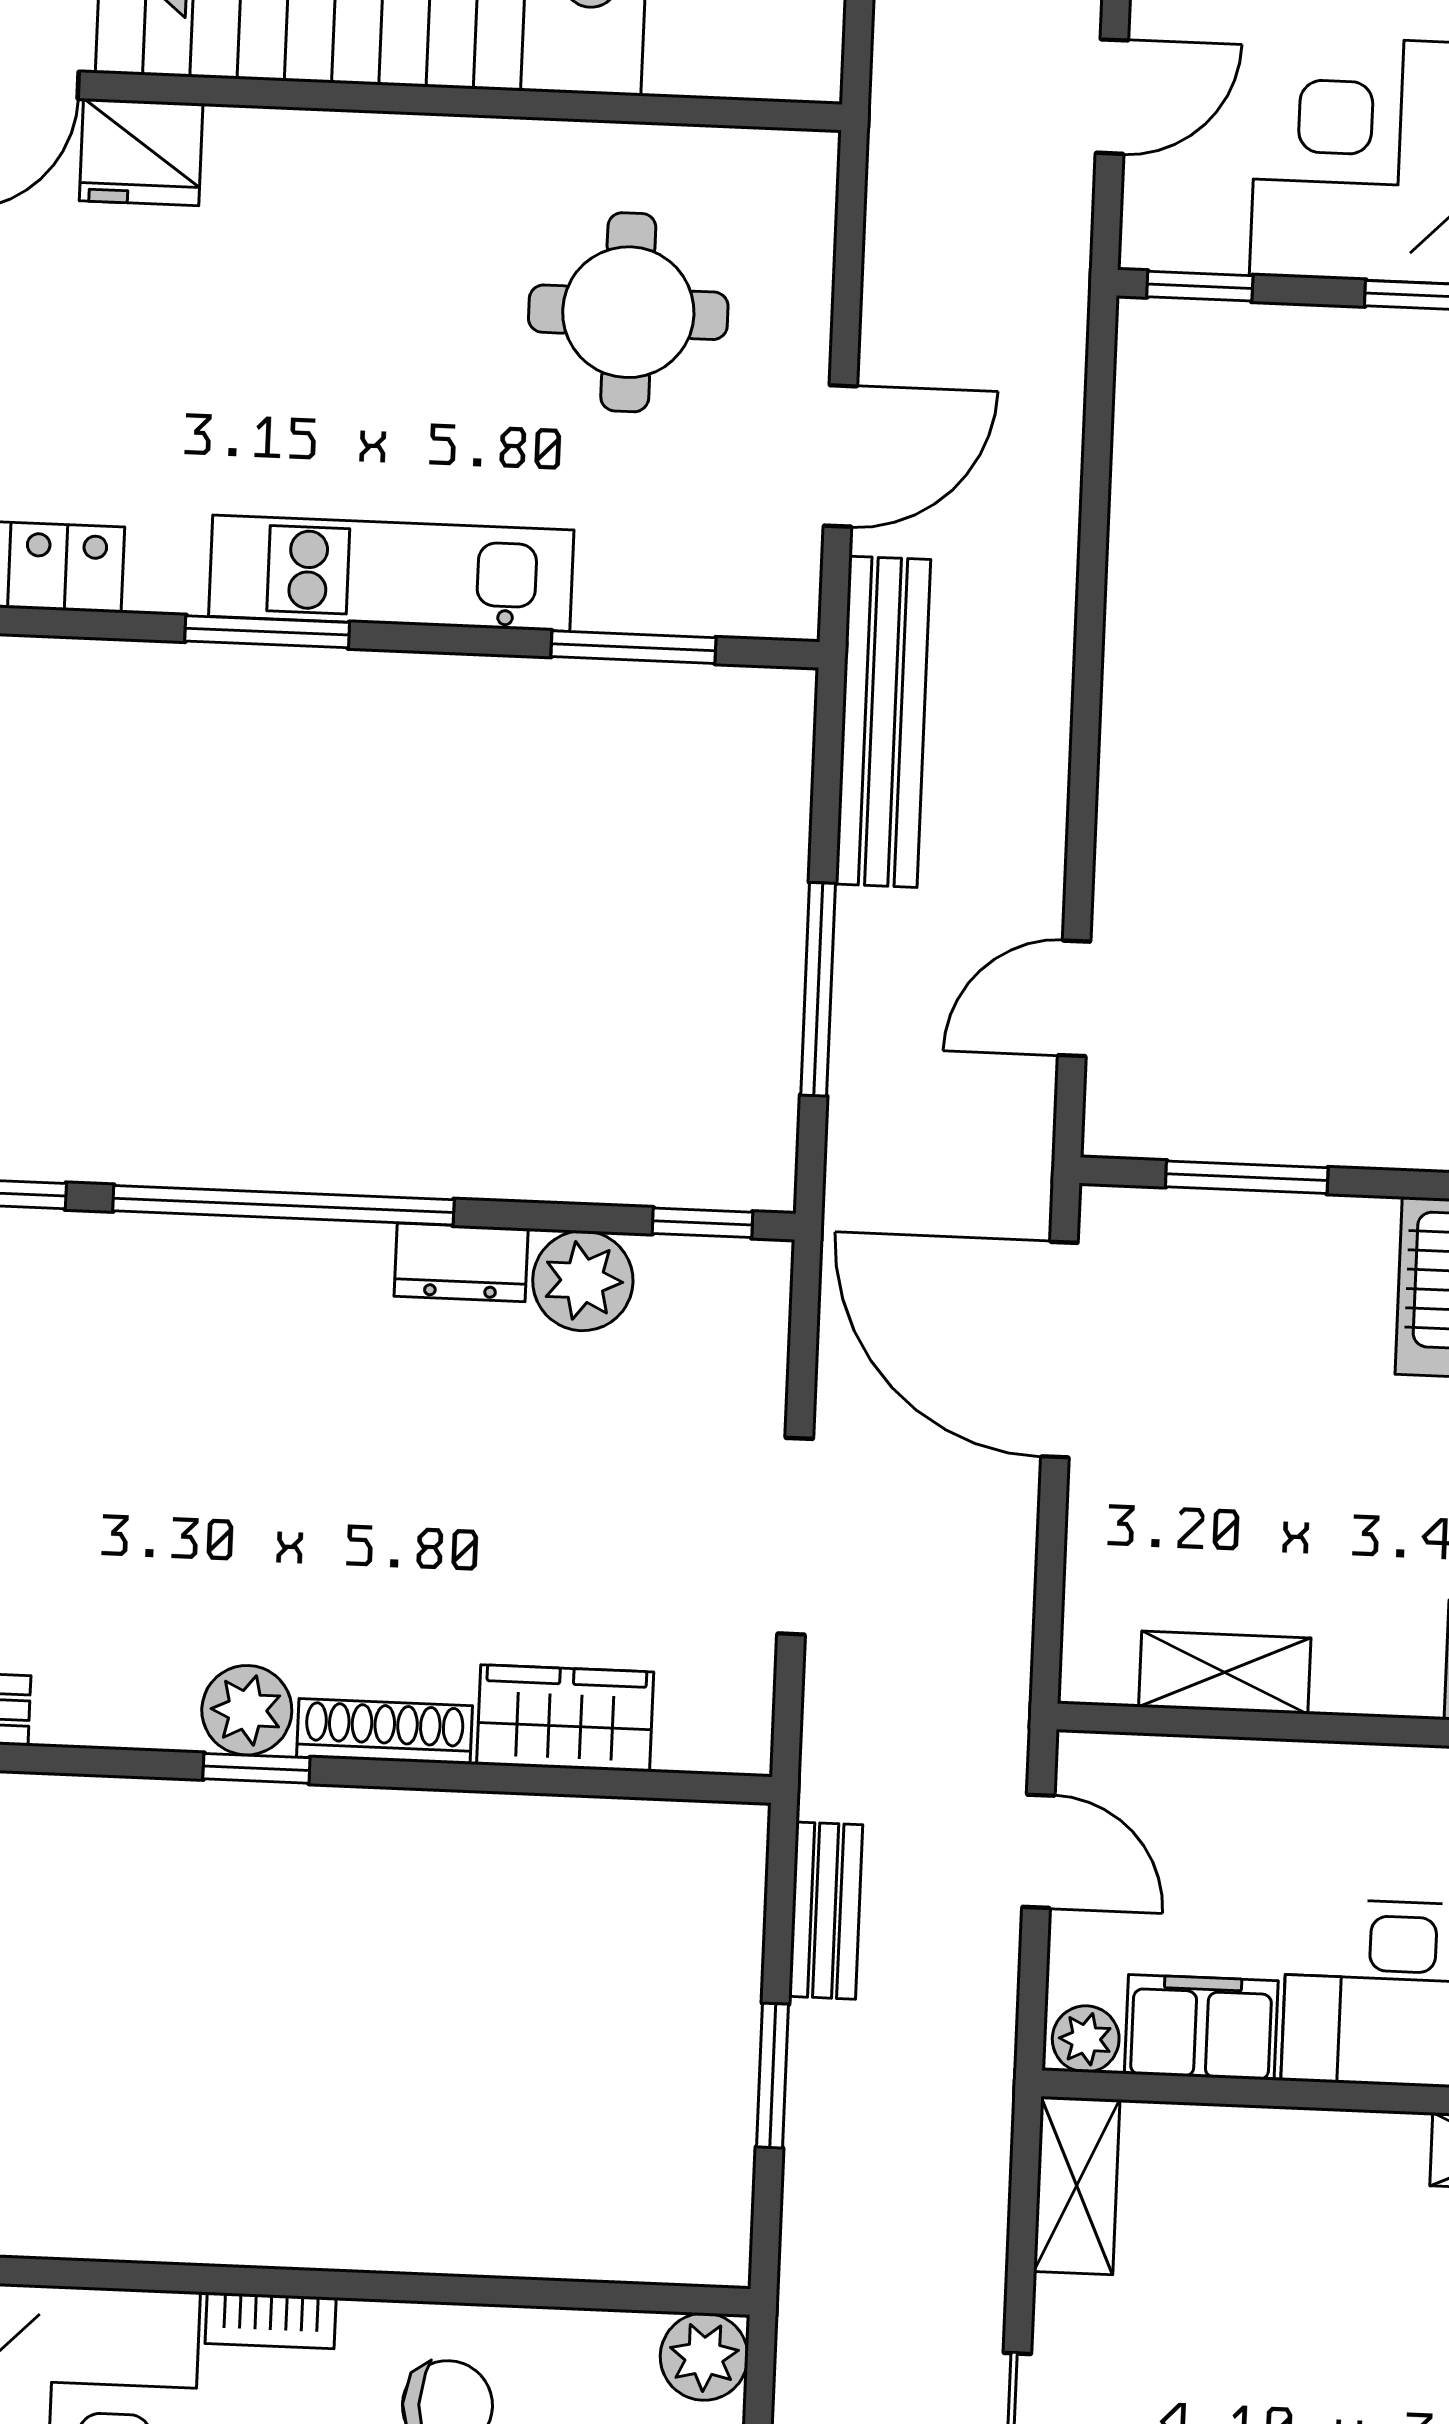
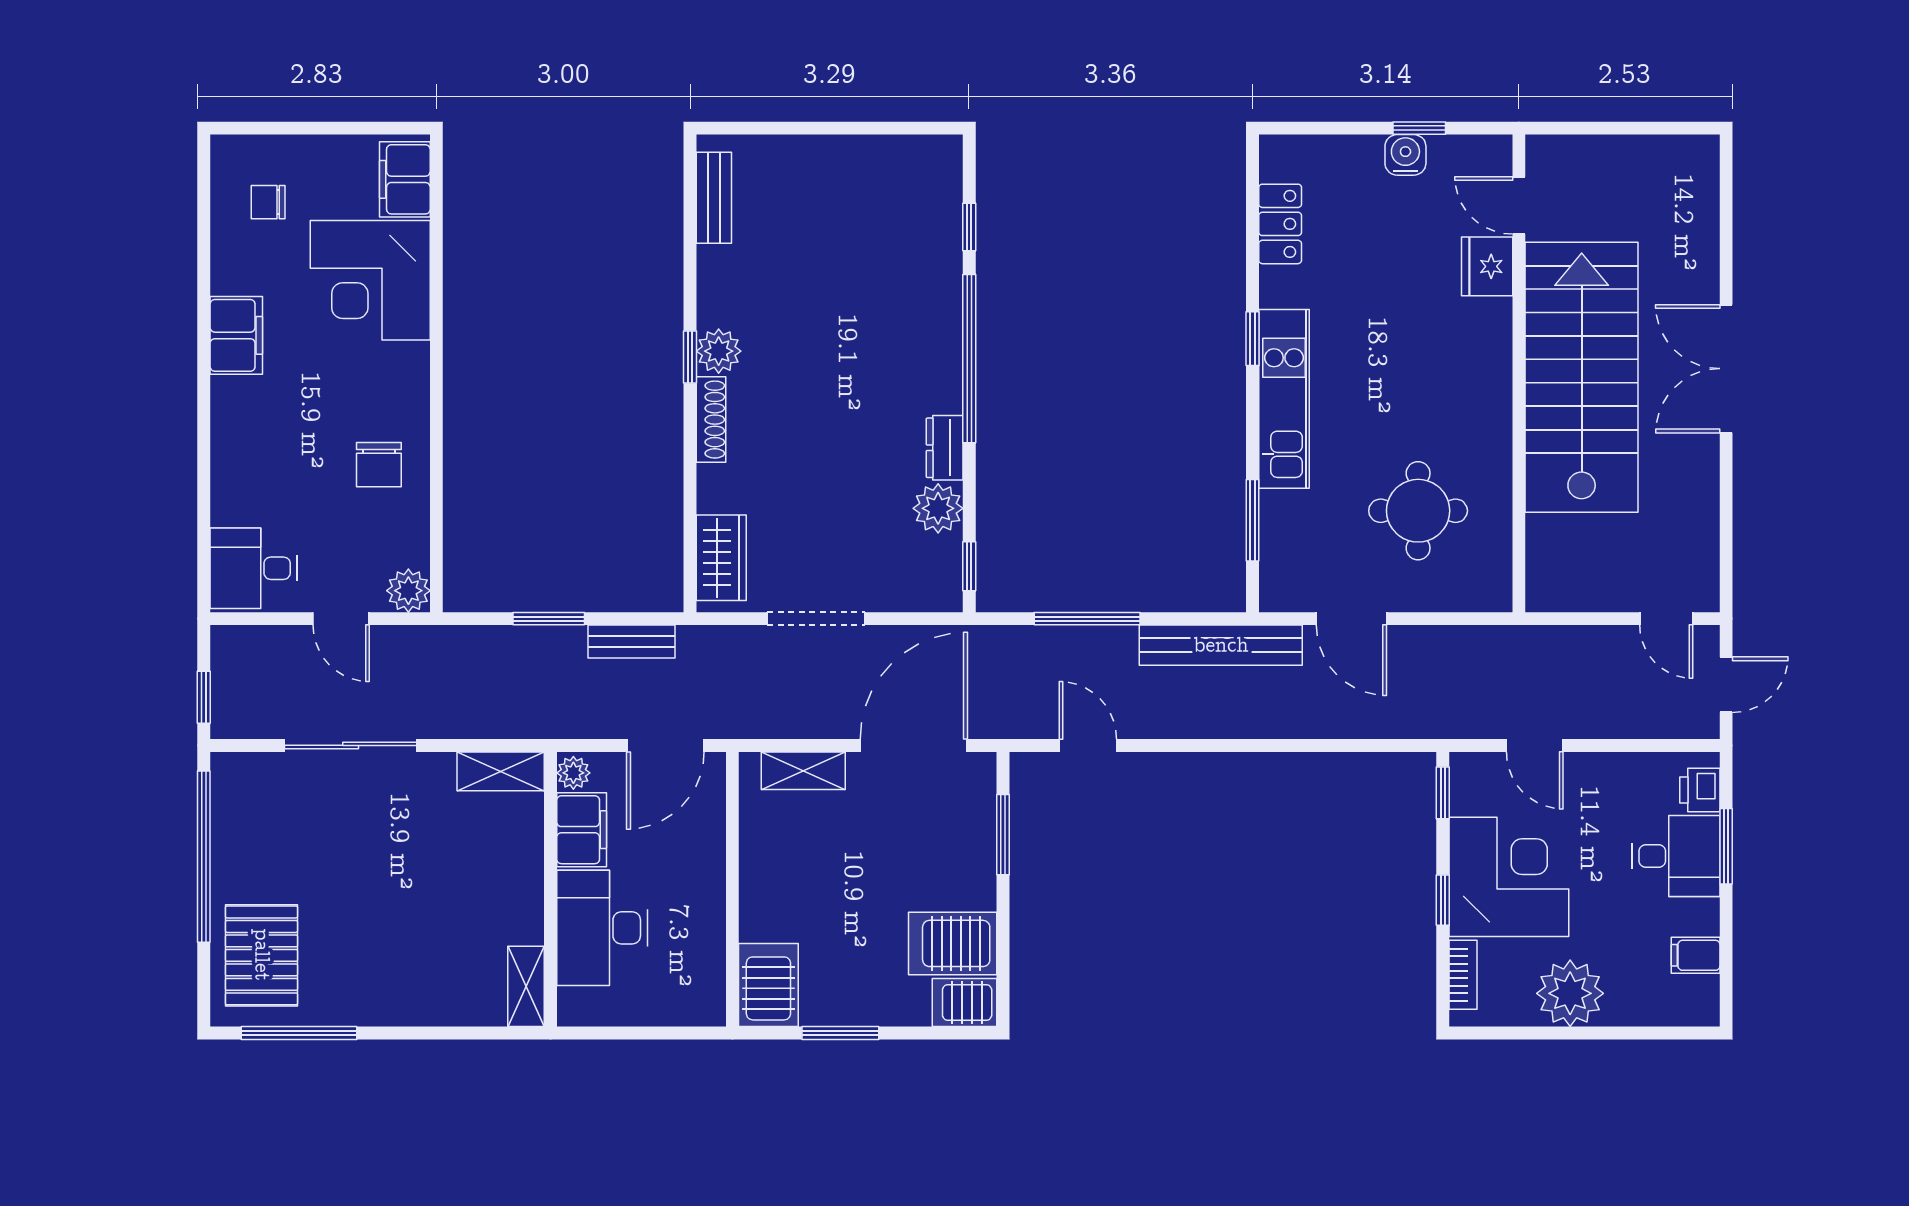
window: (267, 632) -> (1252, 339), width x0.67
shelving: (1225, 1672) -> (803, 771), moved, turned 90
wardrobe: (565, 1718) -> (721, 558), moved
door: (1038, 1851) -> (665, 745), width x1.38
bookcase: (271, 2320) -> (417, 375), removed

